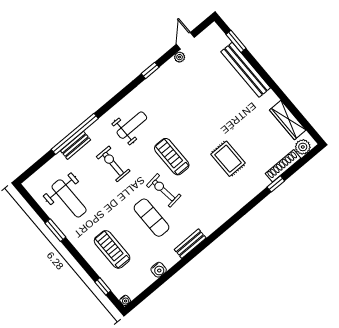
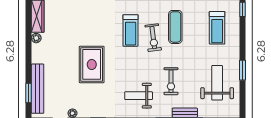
bench: (246, 70) -> (38, 89), moved
plant: (272, 99) -> (36, 38), added
treadmill: (172, 157) -> (131, 30), moved
rug: (228, 159) -> (92, 64), moved, width x1.36, depth x1.43

